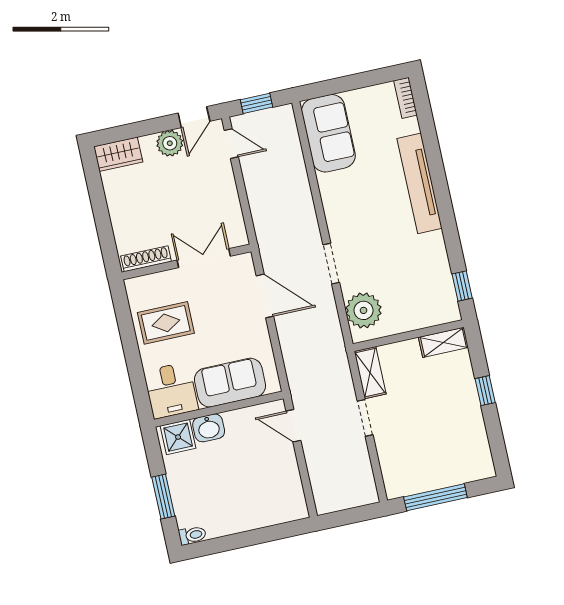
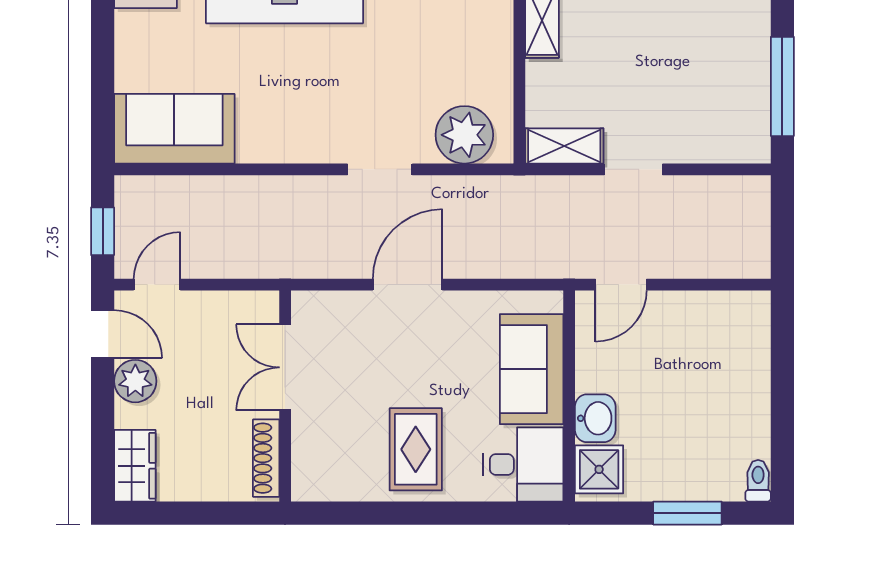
double door: (204, 258) -> (285, 367), moved
shoe rack: (146, 259) -> (266, 458), moved
wall: (186, 262) -> (285, 396), moved

